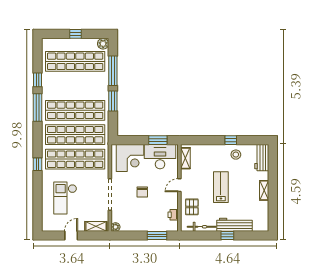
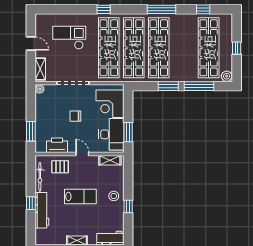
window: (37, 80) -> (203, 9), moved
stool: (236, 155) -> (114, 196), moved
printer: (173, 215) -> (57, 145), width x1.87, depth x1.48

